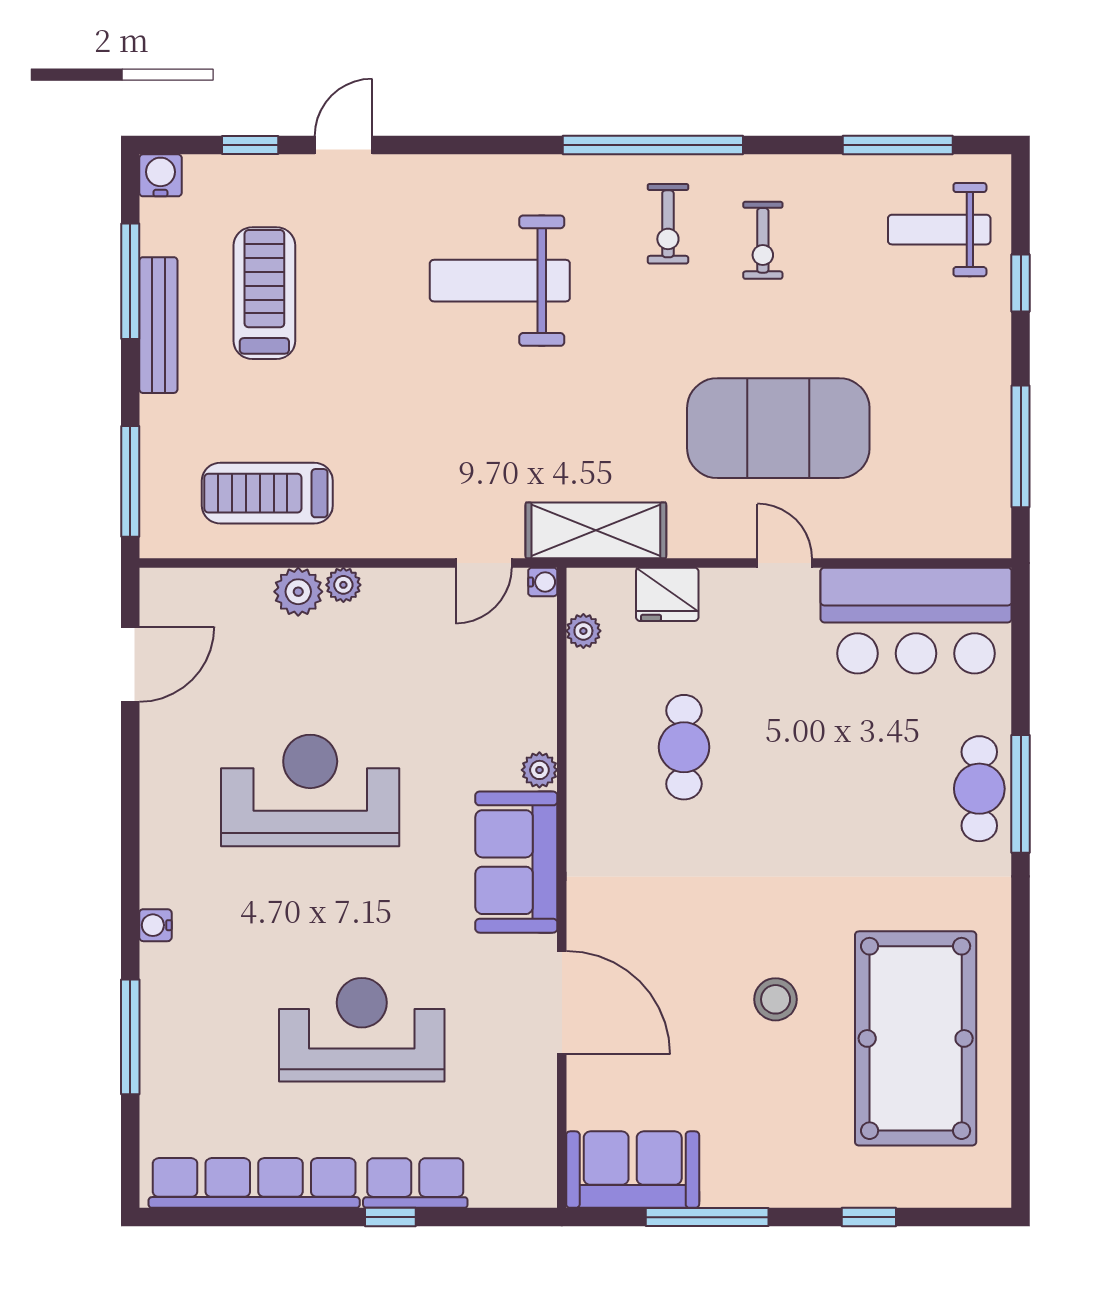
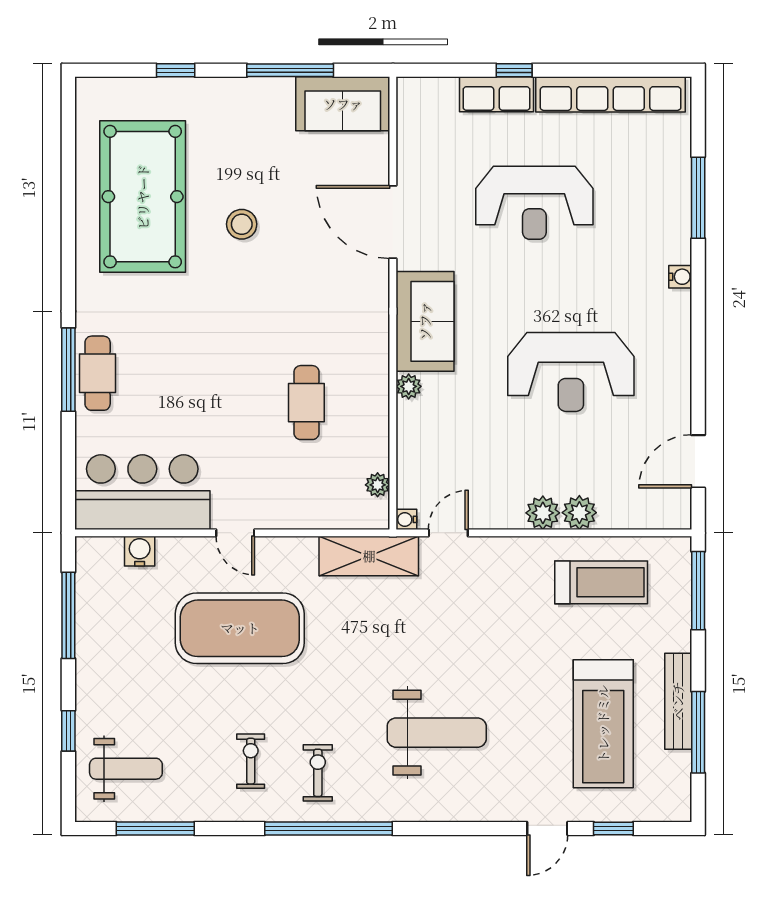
water cooler: (160, 175) -> (140, 551), moved, turned 180
treadmill: (264, 293) -> (603, 724), width x1.37, depth x1.38
plant: (343, 585) -> (543, 513), width x1.38, depth x1.38
fridge: (667, 594) -> (318, 511), removed

